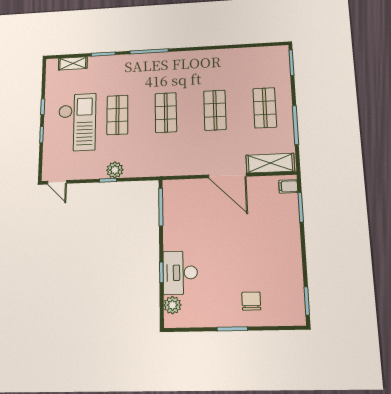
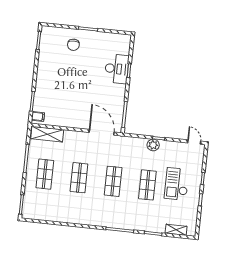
checkout: (77, 122) -> (177, 184), width x0.73, depth x0.83
door: (227, 176) -> (102, 132), moved
plant: (172, 305) -> (124, 49), removed

